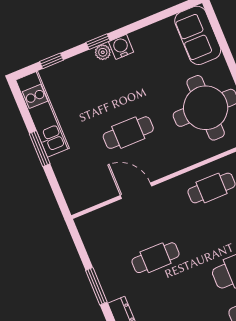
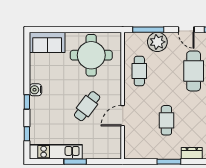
plant: (103, 52) -> (34, 102), removed
cafe table: (128, 133) -> (87, 106), turned 37

